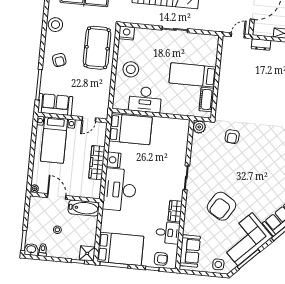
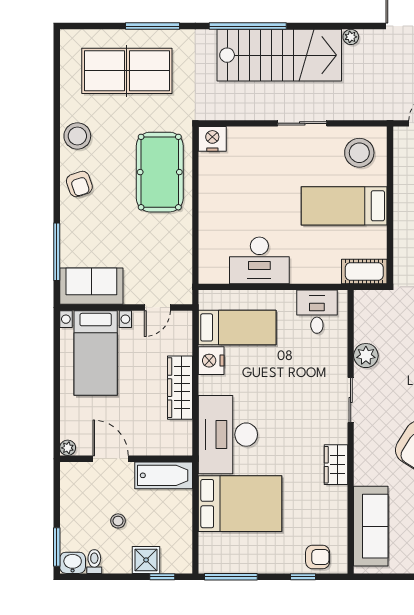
armchair: (59, 60) -> (79, 184), moved
stool: (131, 69) -> (359, 153), moved
cot: (207, 99) -> (364, 272), moved, turned 90
plant: (199, 127) -> (366, 356), moved
bed: (130, 129) -> (237, 327), width x0.67
nightstand: (114, 160) -> (211, 361), moved
desk: (168, 233) -> (317, 312), moved, turned -90
bed: (120, 249) -> (240, 504), moved
sofa: (190, 251) -> (371, 526), width x1.36
shower: (87, 253) -> (146, 560), moved

